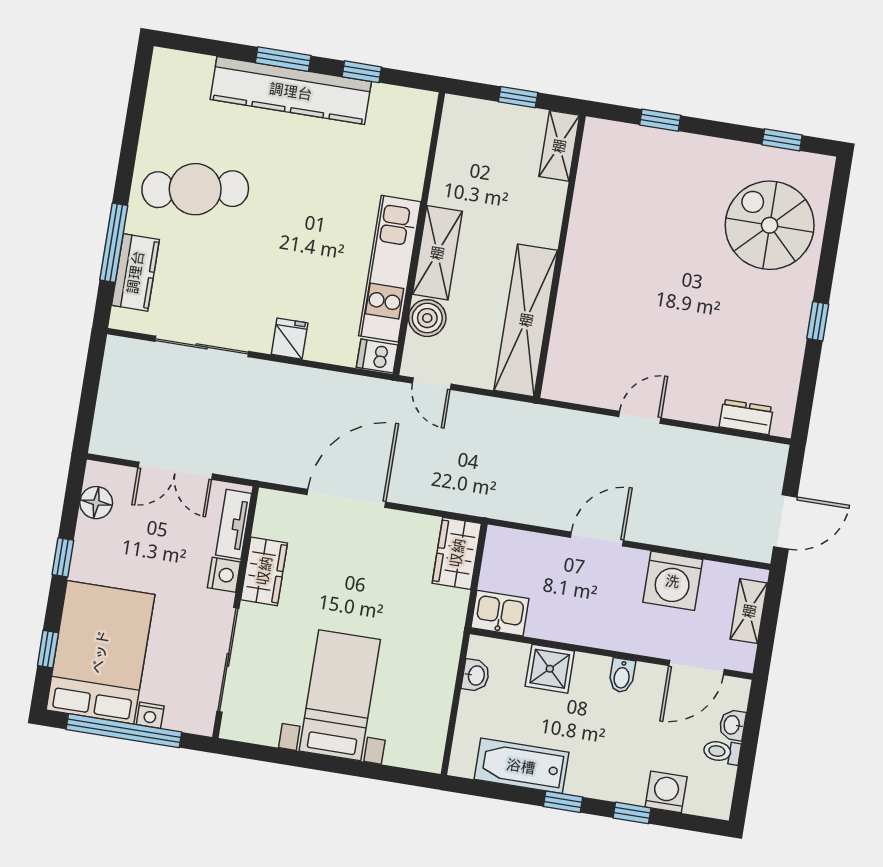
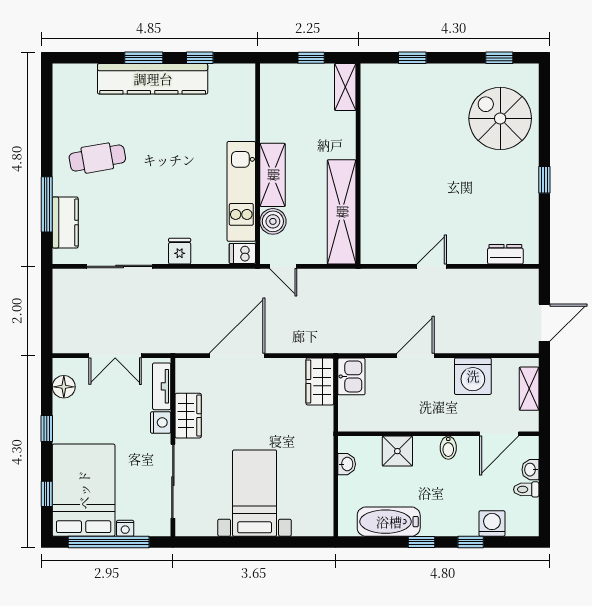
cafe table: (195, 189) -> (97, 158), width x0.73, depth x0.74
kitchen sink: (500, 613) -> (351, 376), moved, turned 90

